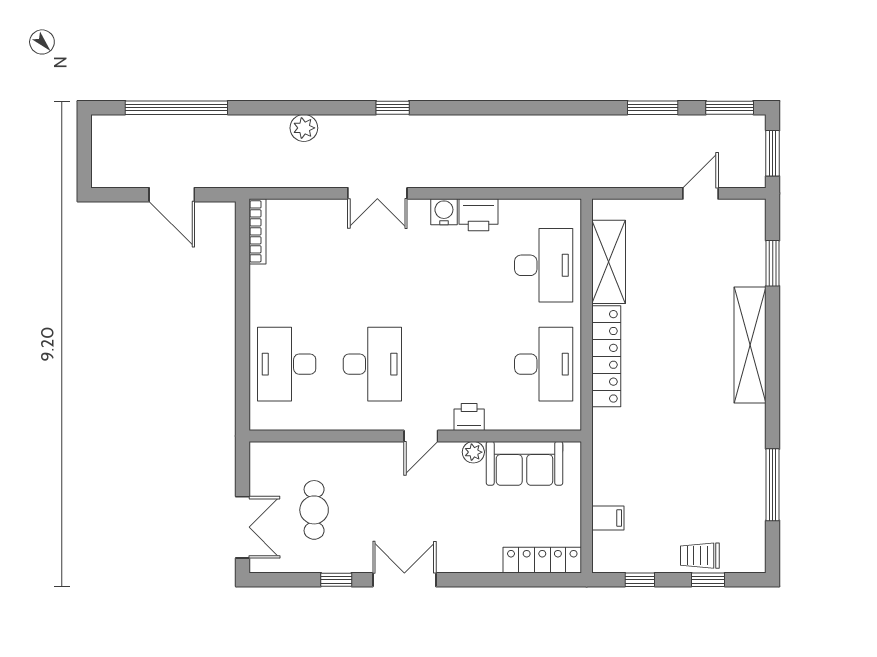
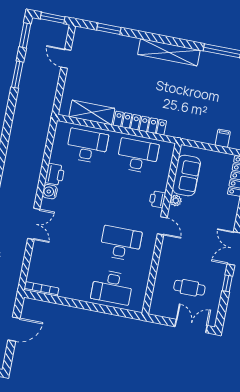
shelving: (750, 345) -> (169, 52), moved

